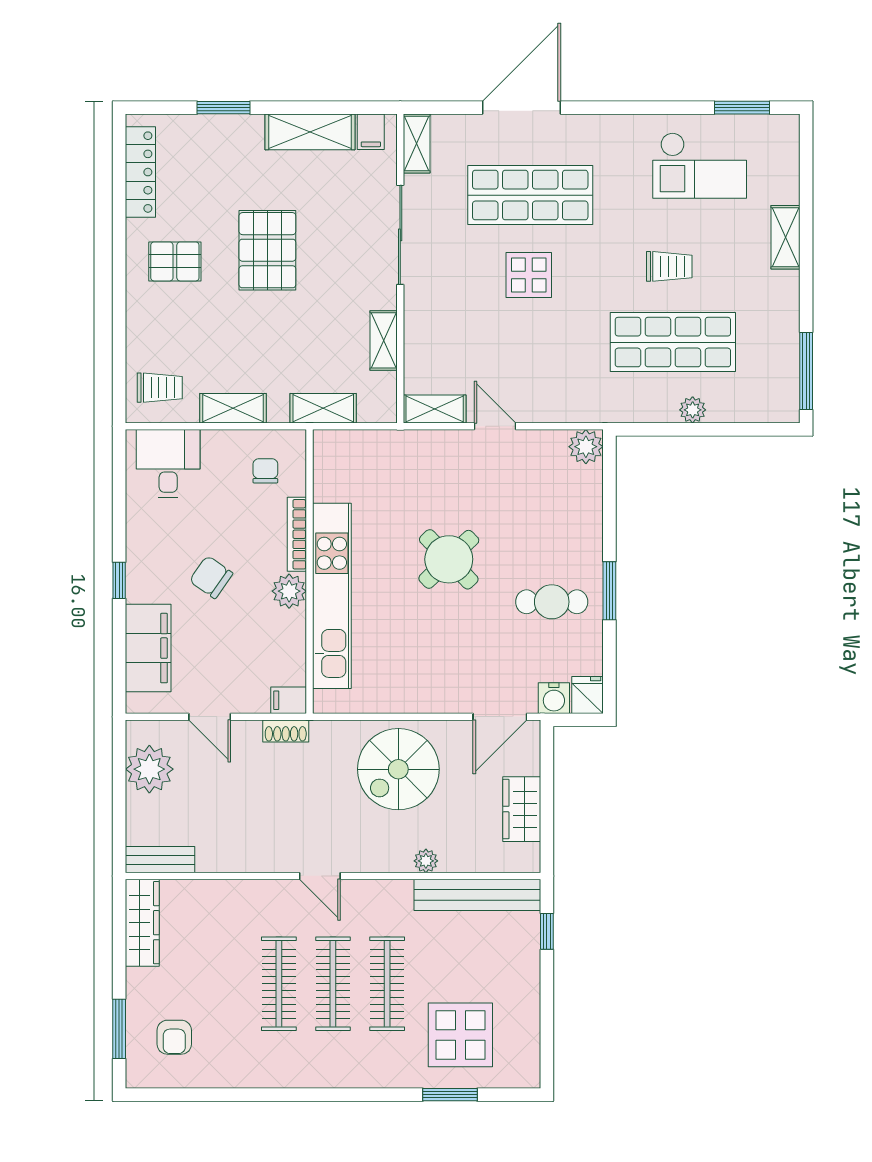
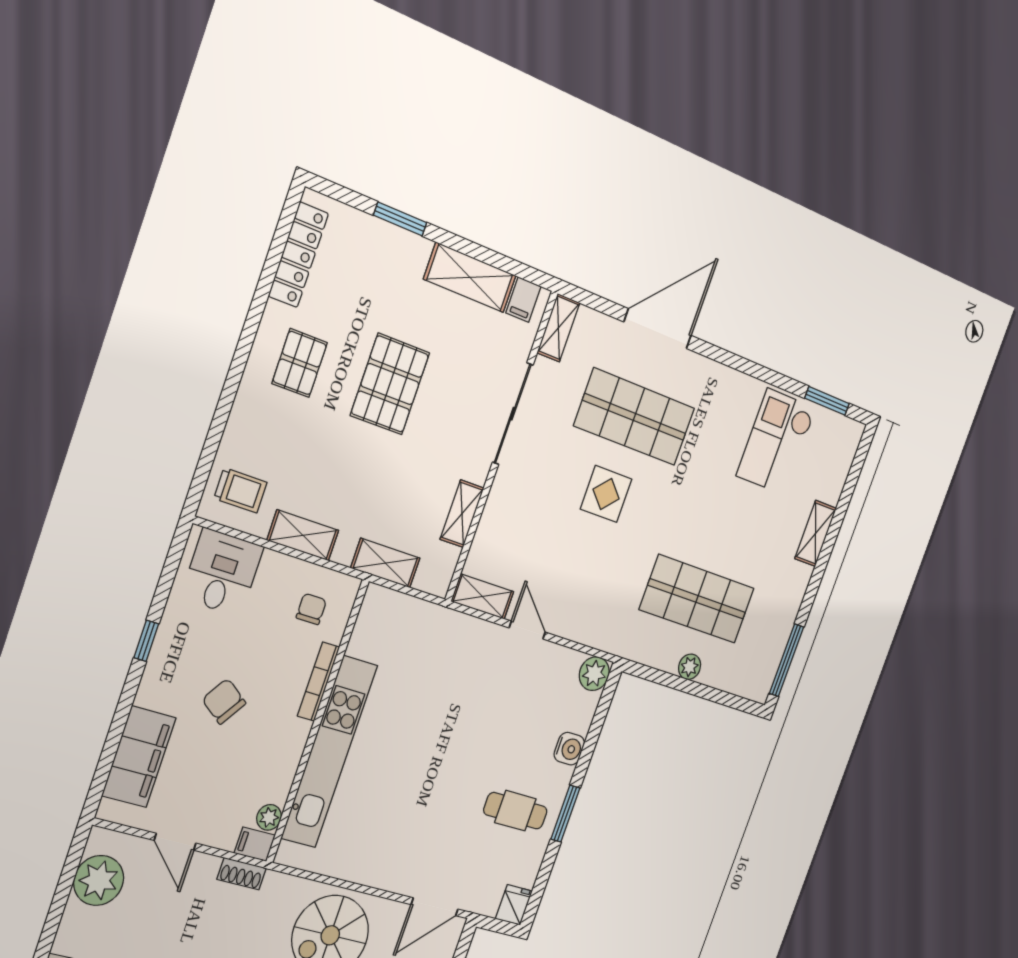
checkout: (700, 165) -> (776, 442), turned 90
pallet: (175, 261) -> (300, 363), turned 90
trolley: (669, 266) -> (719, 527), removed
round table: (449, 559) -> (444, 746), removed
window: (119, 580) -> (146, 641), moved
plant: (289, 591) -> (269, 817), moved, width x0.73, depth x0.73
water cooler: (554, 698) -> (569, 749), moved, turned -90

